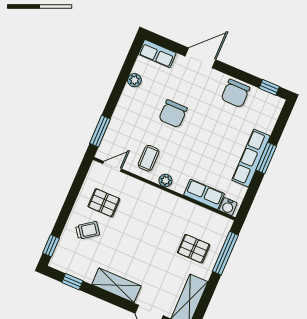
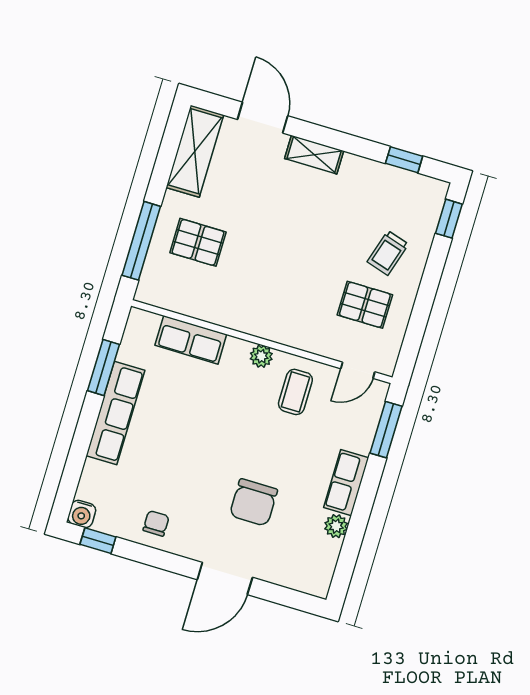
row of seats: (157, 54) -> (346, 483), moved, turned -90
chair: (235, 93) -> (156, 523), width x0.54, depth x0.54
chair: (173, 114) -> (254, 502), moved, turned 180
window: (266, 158) -> (104, 368), moved
water cooler: (228, 207) -> (82, 514), moved, turned 180
trolley: (88, 230) -> (388, 253), turned -37
shelving: (116, 285) -> (314, 155), width x0.67, depth x0.75

